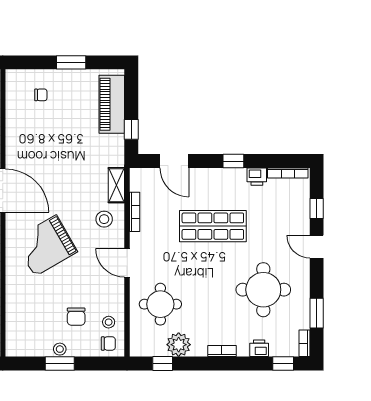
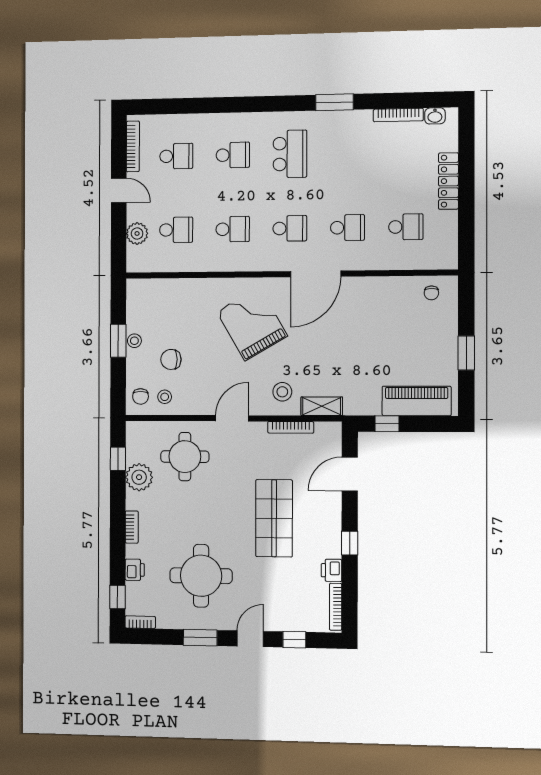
chair: (41, 95) -> (431, 293), moved
window: (317, 313) -> (200, 638), moved

